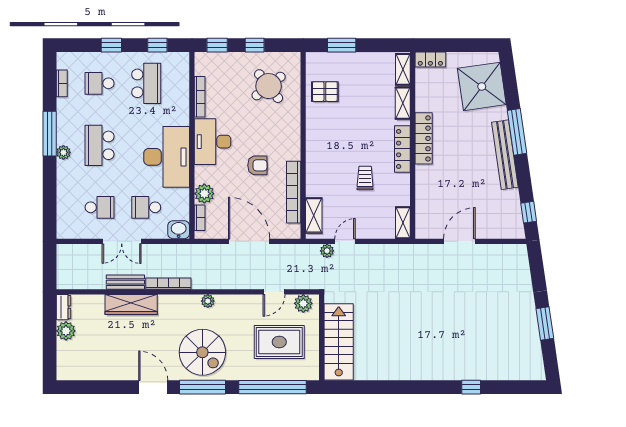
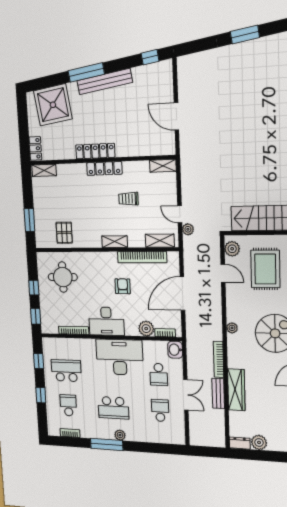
school desk: (100, 83) -> (68, 405), turned 180
round table: (269, 86) -> (63, 277), turned 38
shelving: (403, 103) -> (115, 242), moved

